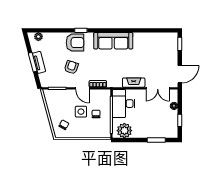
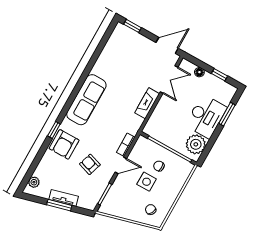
armchair: (75, 43) -> (64, 144), turned 180
door: (180, 74) -> (167, 45), hinge flipped
desk: (124, 104) -> (206, 116), moved, turned -90

